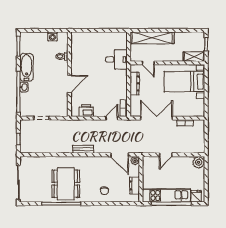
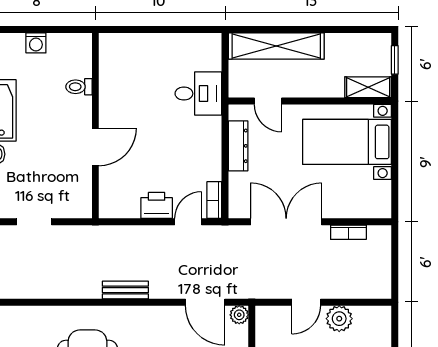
washing machine: (52, 36) -> (36, 43), moved
printer: (86, 111) -> (157, 205), moved
plant: (199, 162) -> (339, 319), moved

